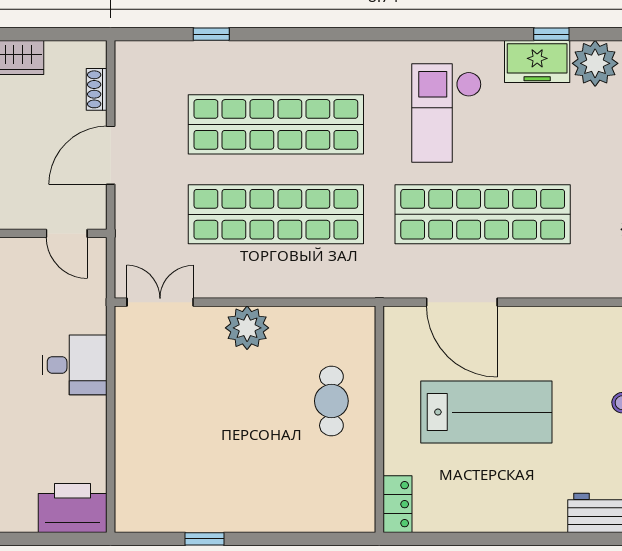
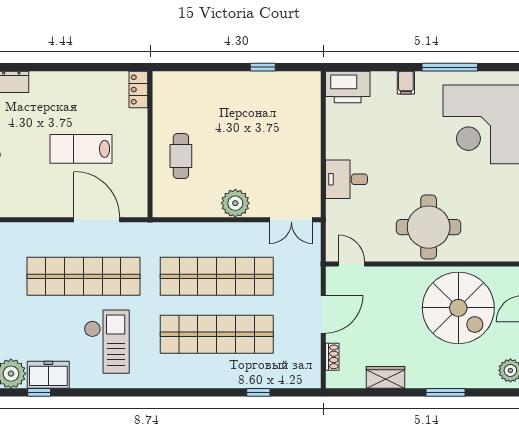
lab bench: (486, 412) -> (81, 149), width x0.73, depth x0.72

